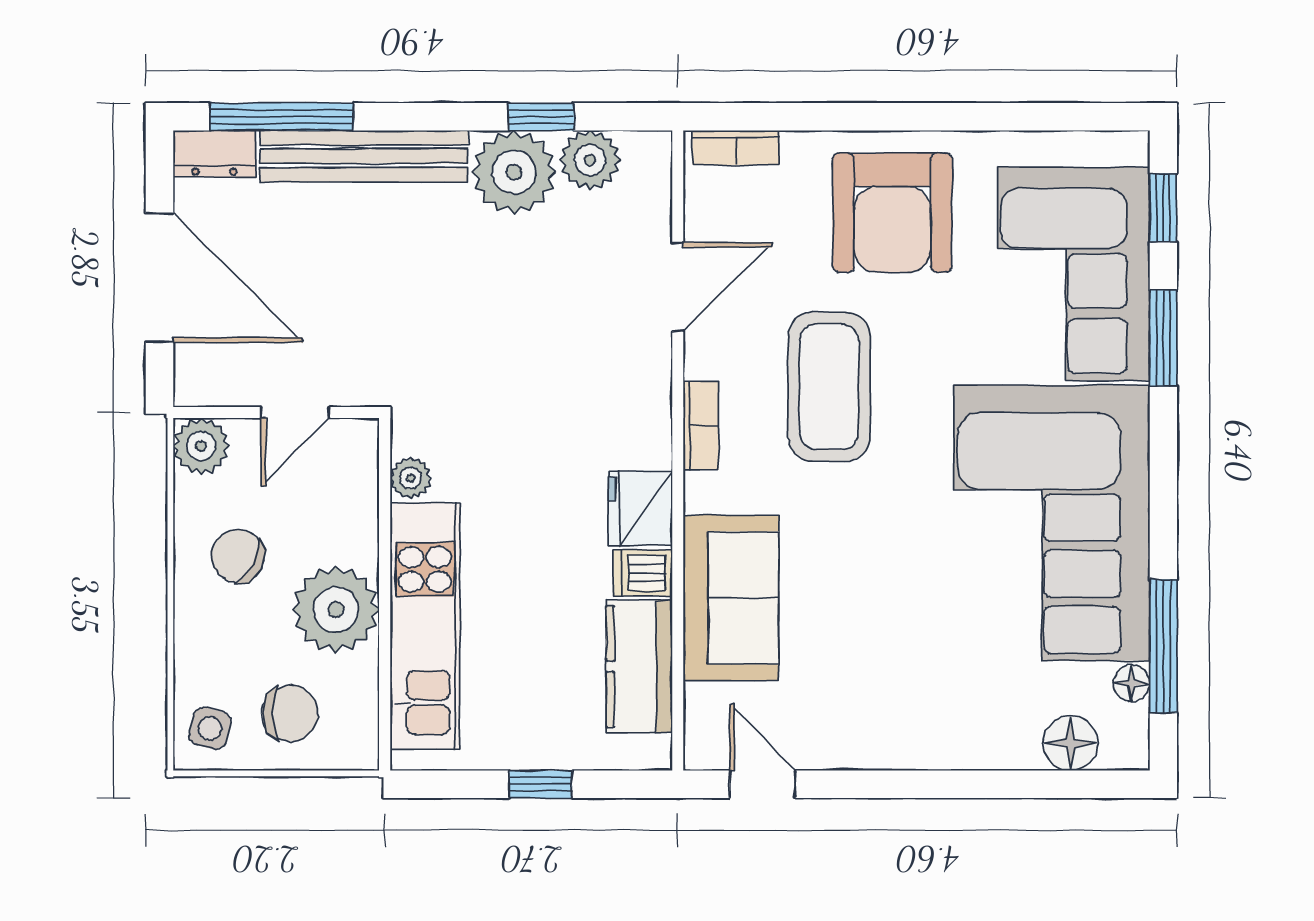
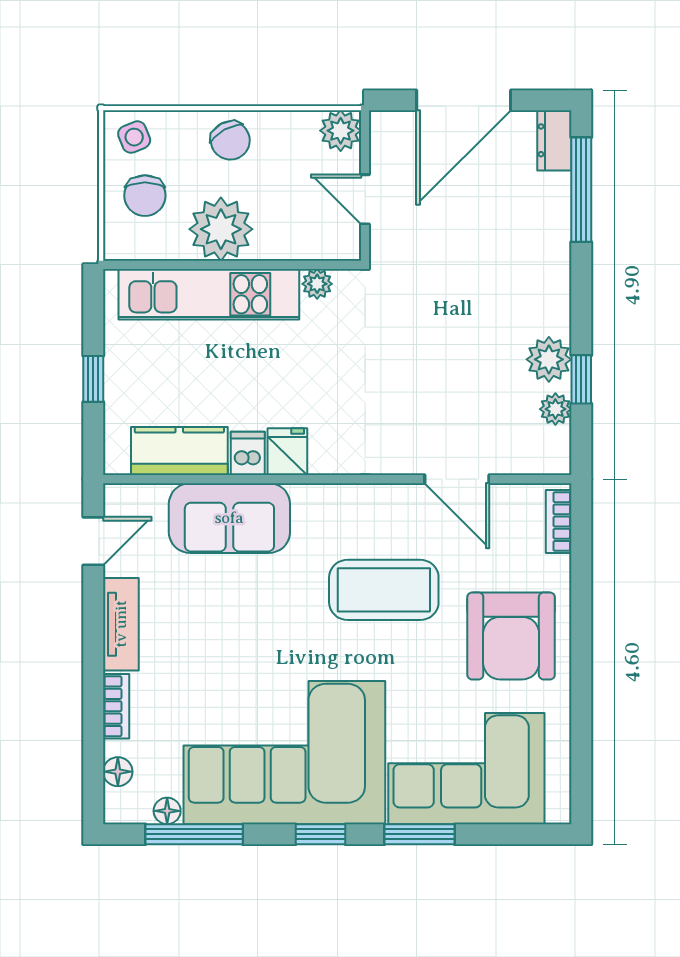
bench: (364, 156) -> (552, 250), removed
plant: (590, 160) -> (555, 409), width x0.73, depth x0.73
plant: (514, 172) -> (549, 359), width x0.73, depth x0.73
window: (1163, 208) -> (321, 834), moved
armchair: (892, 213) -> (511, 636), turned -90
bookcase: (701, 426) -> (116, 706), moved, turned -90
fridge: (640, 508) -> (287, 452), width x0.72
chair: (238, 556) -> (230, 140), moved, turned 123
side table: (210, 728) -> (134, 137), turned -37
floor lamp: (1070, 743) -> (118, 772), width x0.73, depth x0.73
tv unit: (876, 746) -> (121, 624), added

